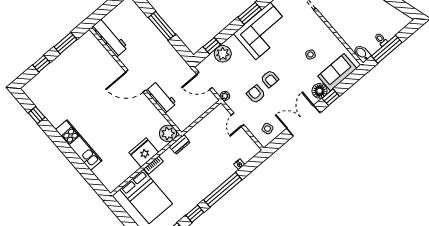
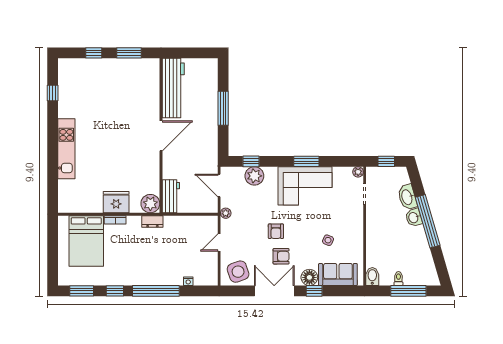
workbench: (110, 37) -> (173, 88), width x1.36, depth x1.32
window: (387, 49) -> (408, 291), moved
door: (136, 81) -> (161, 136), swing flipped
armchair: (256, 94) -> (281, 256), moved, turned 90
workbench: (161, 97) -> (171, 196), moved
side table: (267, 129) -> (238, 272), width x1.87, depth x1.87

